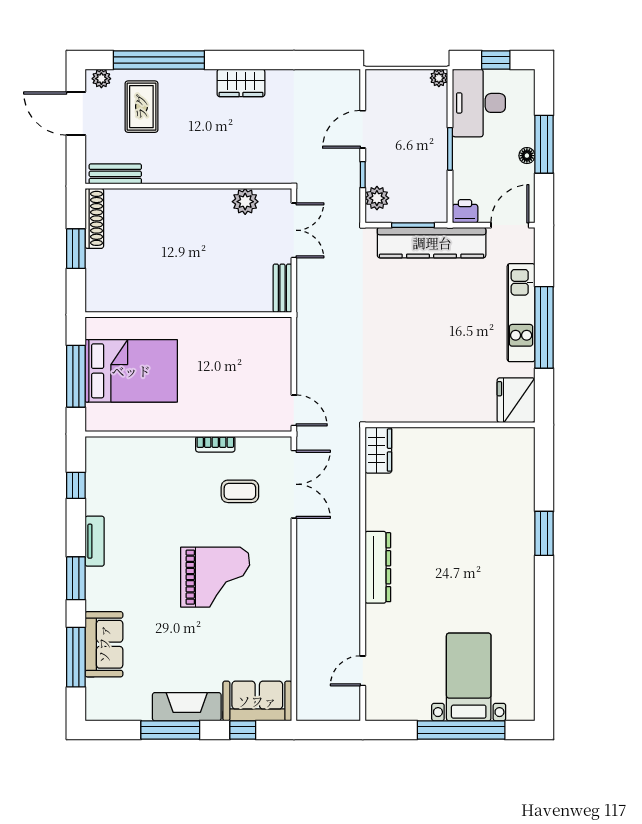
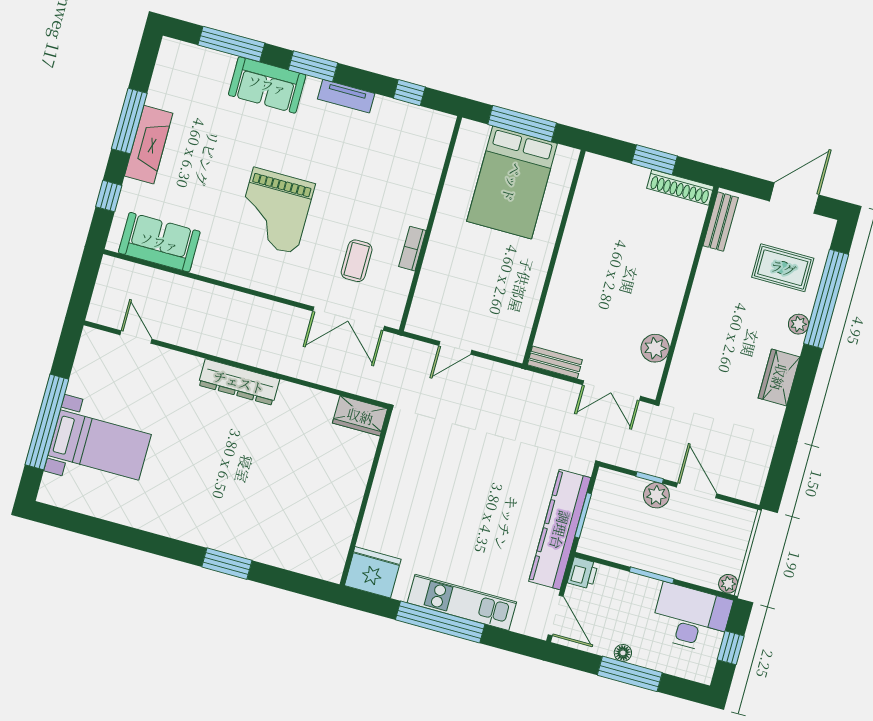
plant: (101, 79) -> (799, 324), moved
plant: (377, 198) -> (656, 495), moved
door: (294, 410) -> (455, 348), moved
sofa: (104, 644) -> (267, 85), moved
sofa: (257, 701) -> (159, 242), moved, turned -90

